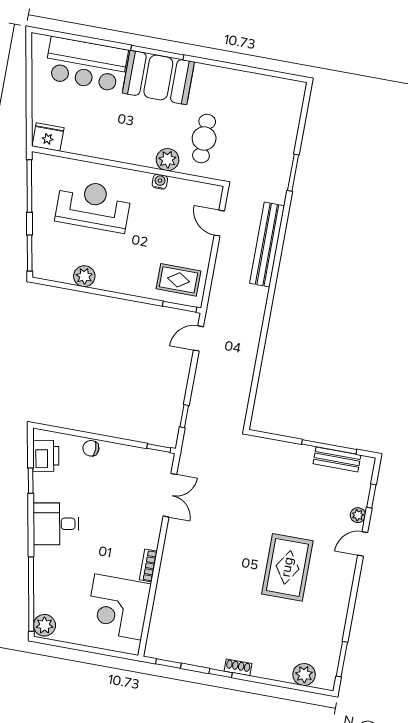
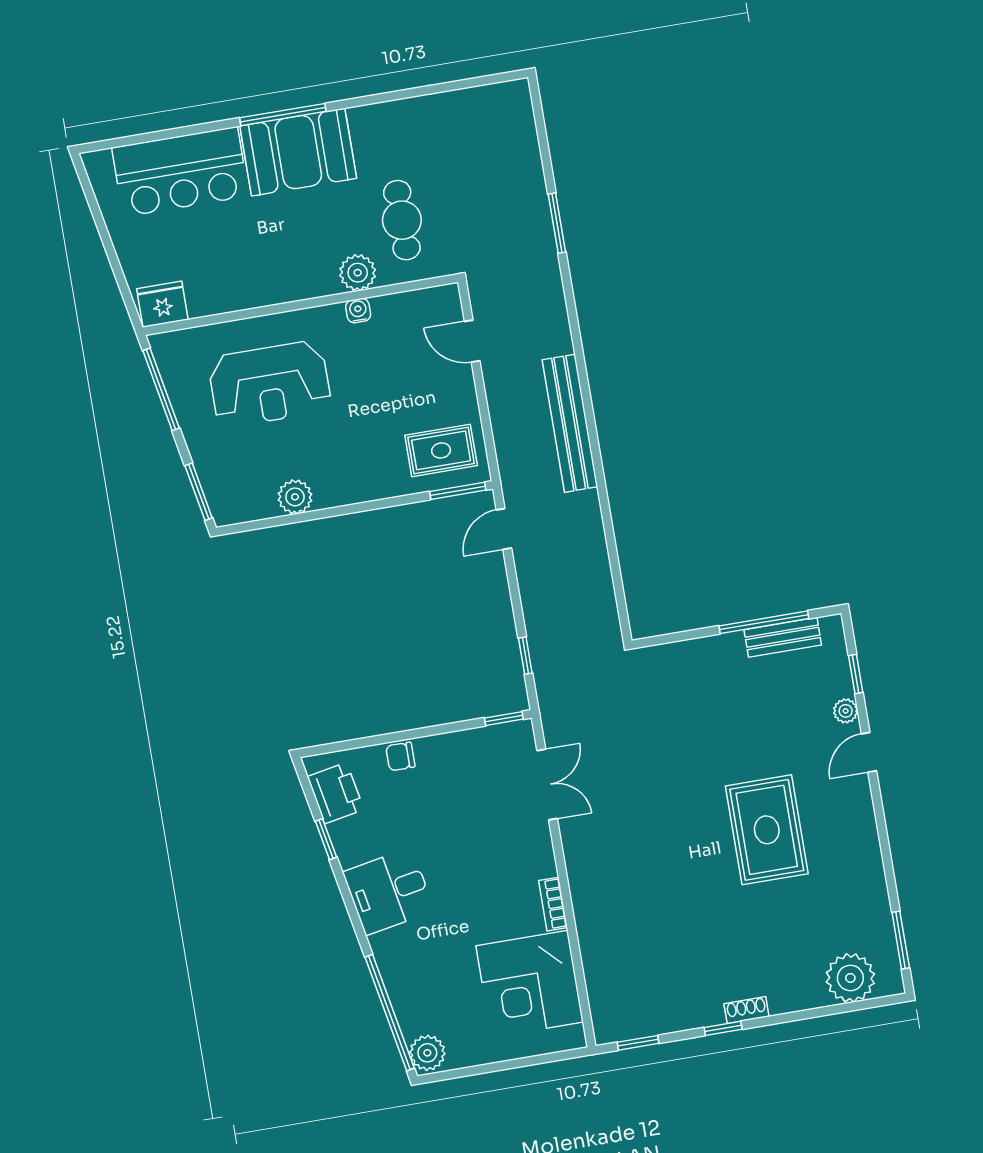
reception desk: (93, 206) -> (270, 384), turned 180
bench: (267, 245) -> (570, 423), moved
plant: (304, 675) -> (850, 978), width x1.36, depth x1.36

